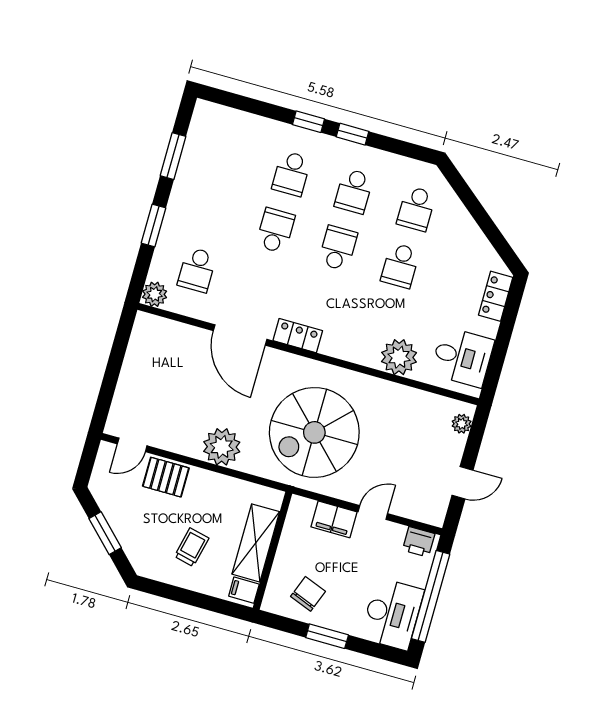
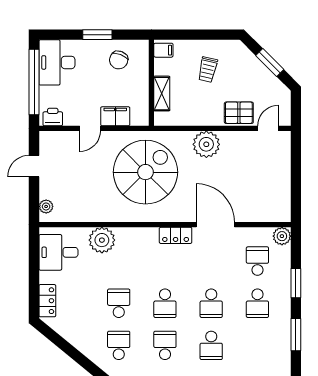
school desk: (291, 174) -> (211, 345), turned 180
school desk: (213, 213) -> (257, 303), added
shelving: (256, 543) -> (162, 94), width x0.67, depth x0.75

